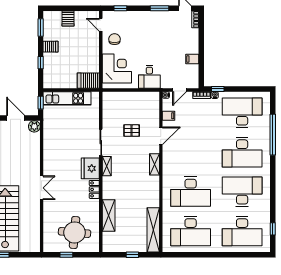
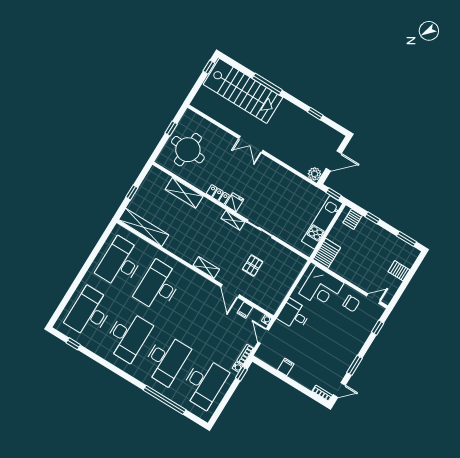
server rack: (51, 47) -> (353, 219), moved
desk: (242, 152) -> (166, 360), turned 180
fridge: (90, 168) -> (234, 202), width x0.53, depth x0.75

